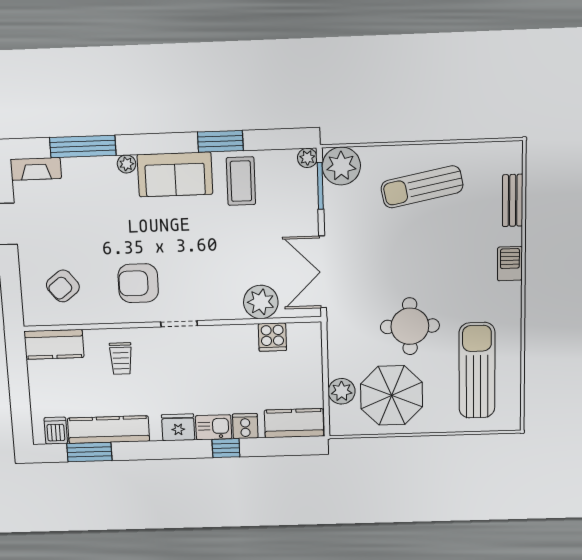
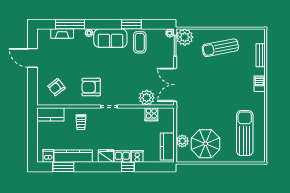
fireplace: (36, 169) -> (62, 33), moved
round table: (410, 326) -> (214, 111), removed
kitchen counter: (294, 423) -> (167, 146), moved, turned -90

